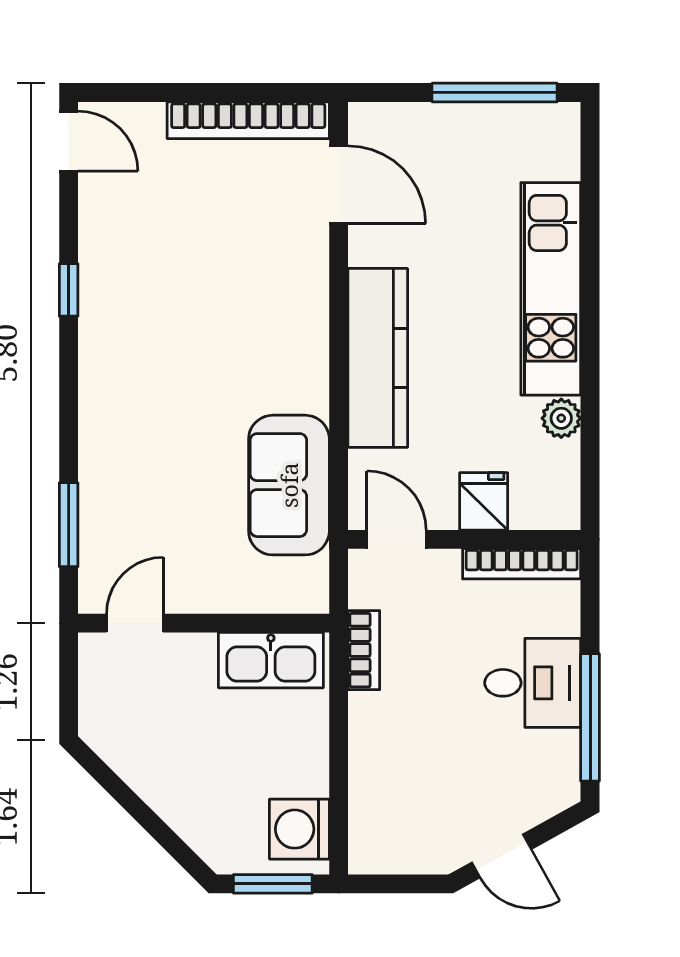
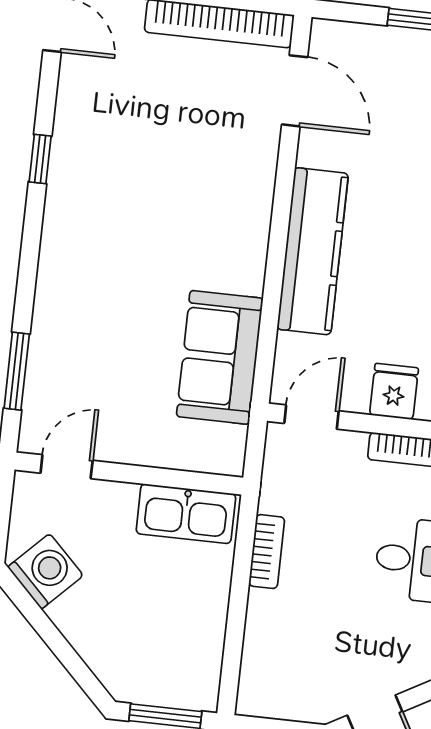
door: (396, 539) -> (311, 417), hinge flipped
bookcase: (364, 650) -> (267, 552), moved
washing machine: (299, 829) -> (45, 571), moved, turned 135

